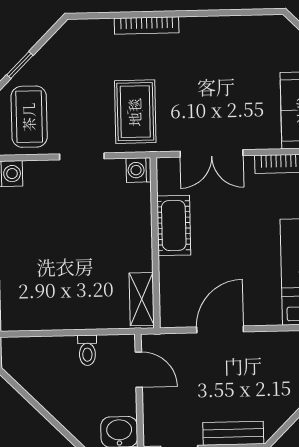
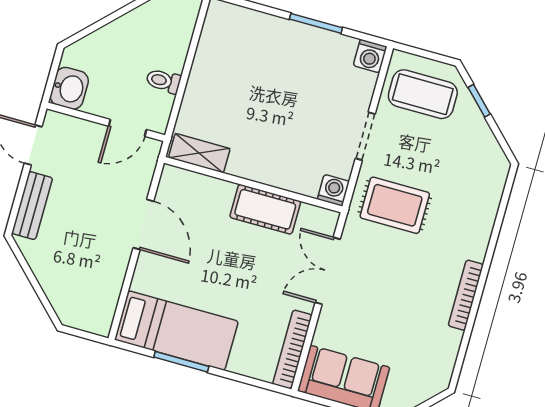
bookcase: (147, 25) -> (466, 295), moved

